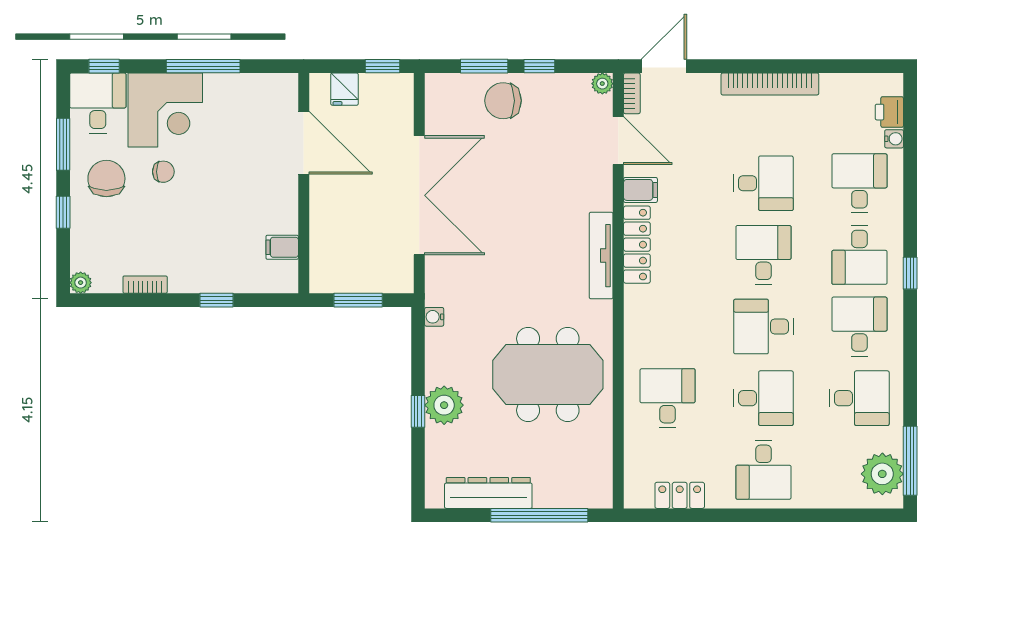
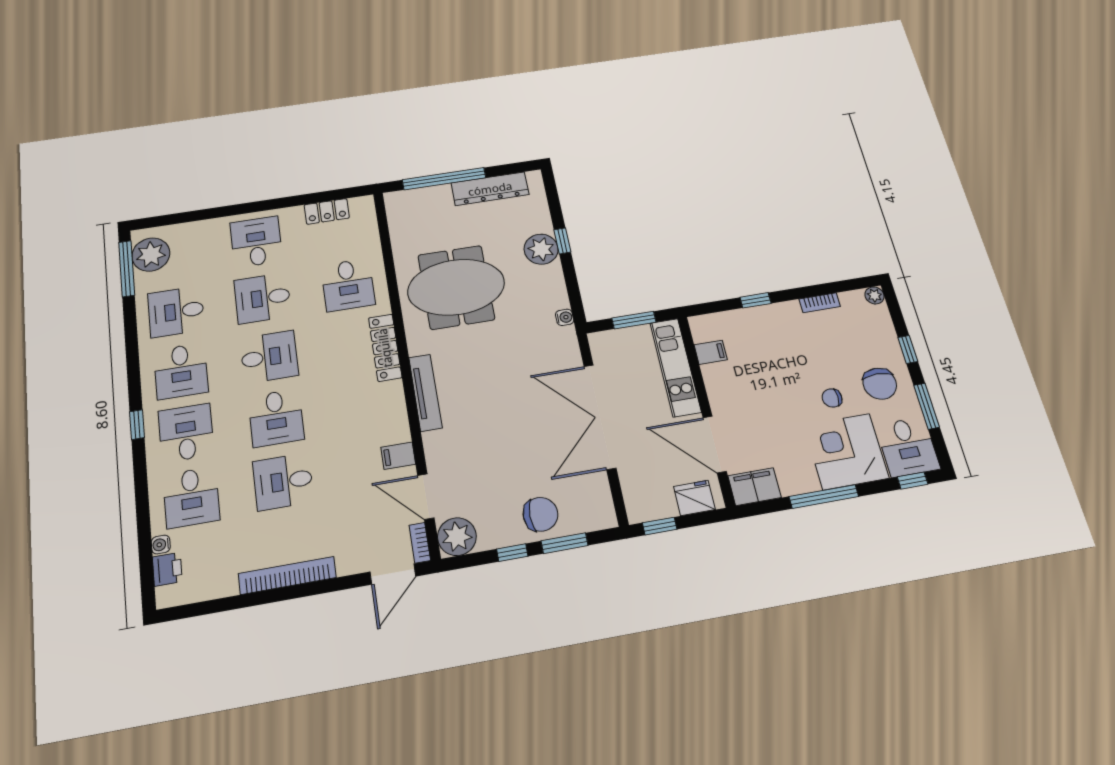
plant: (602, 84) -> (457, 537), width x1.88, depth x1.88
fridge: (345, 89) -> (694, 498), width x1.38
filing cabinet: (273, 90) -> (755, 487), added
kitchen unit: (325, 237) -> (675, 367), added
locker: (637, 245) -> (385, 348), moved

